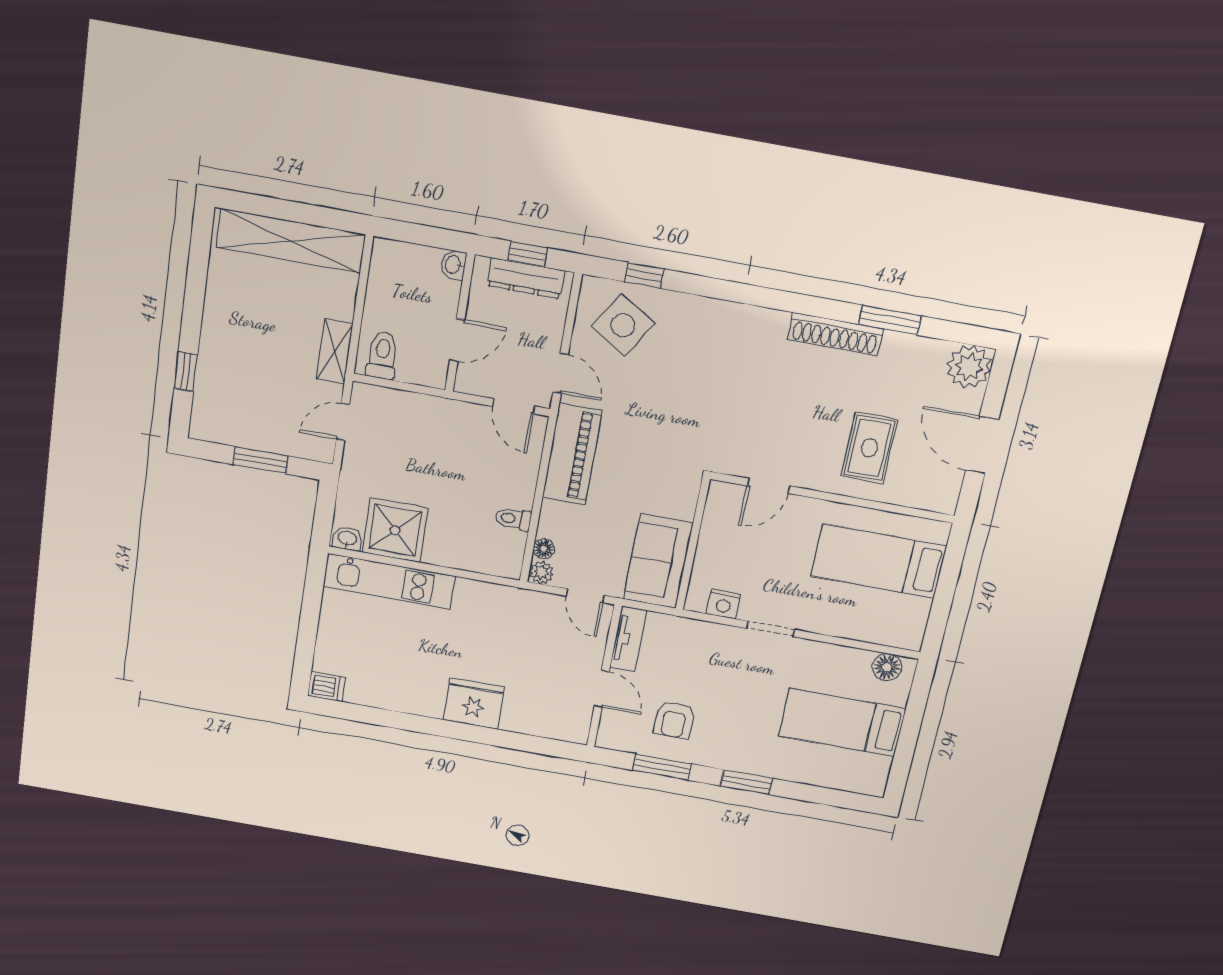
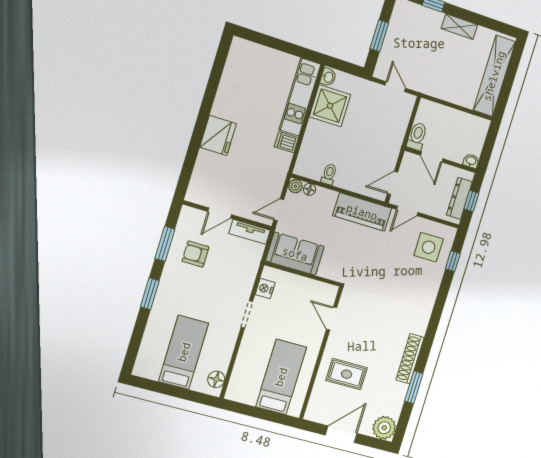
side table: (623, 325) -> (429, 247), turned -32
shelving: (335, 351) -> (459, 27), moved
toilet: (382, 355) -> (417, 136), moved, turned -90
dishwasher: (326, 687) -> (286, 142), moved, turned 90

